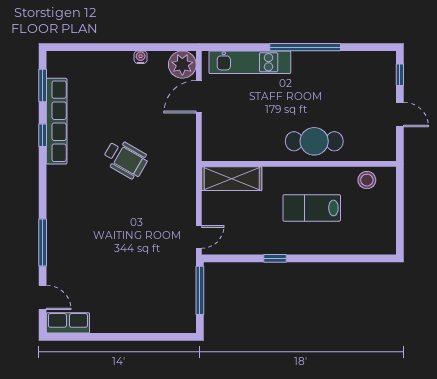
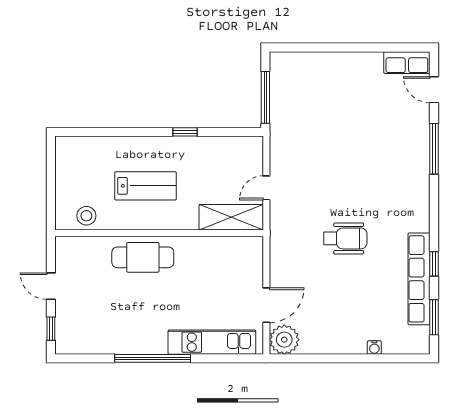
water cooler: (141, 57) -> (374, 348), moved
wheelchair: (125, 159) -> (345, 238), turned 150
door: (199, 237) -> (266, 188), moved

